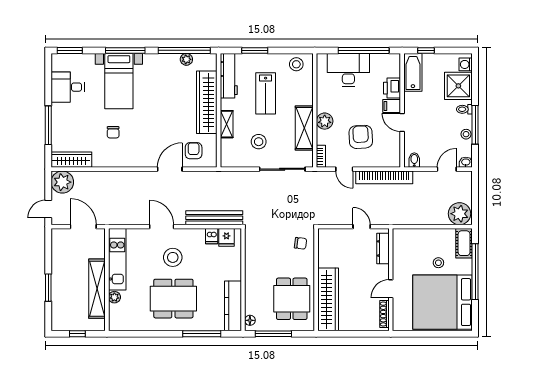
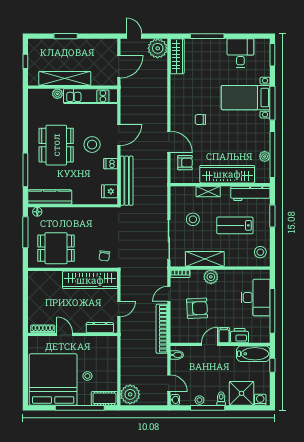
chair: (113, 132) -> (200, 120), moved
dishwasher: (212, 236) -> (111, 164), moved
wardrobe: (328, 299) -> (90, 280), moved

